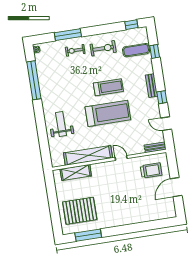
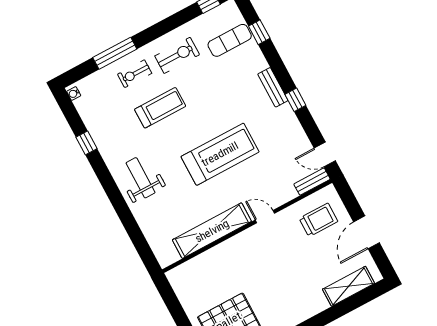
window: (34, 80) -> (86, 143), width x0.32
treadmill: (108, 87) -> (160, 108), moved
weight bench: (61, 124) -> (141, 178), moved
door: (166, 124) -> (325, 154), moved
shelving: (76, 172) -> (348, 286), moved

